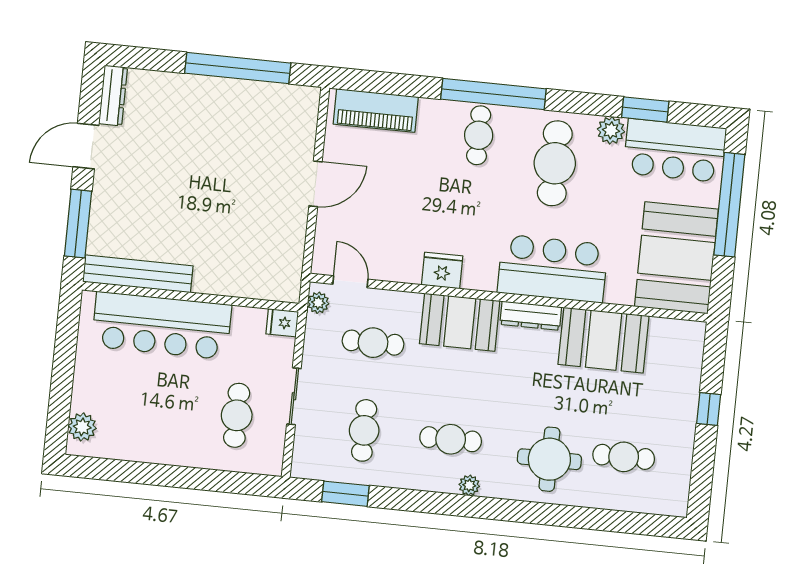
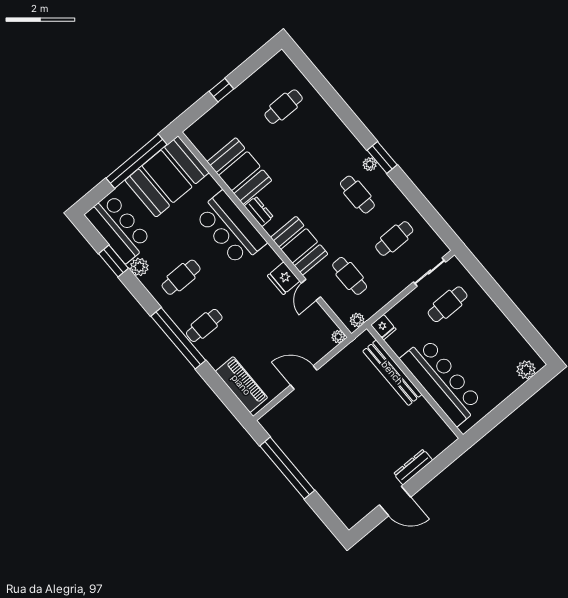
dresser: (113, 95) -> (413, 467), moved
cafe table: (555, 163) -> (181, 277), width x0.73, depth x0.74
window: (729, 205) -> (137, 161), moved
window: (78, 224) -> (434, 468), removed
plant: (321, 265) -> (338, 337), added
bench: (138, 274) -> (392, 373), moved
door: (350, 282) -> (311, 290), moved
dresser: (531, 316) -> (259, 212), width x0.70
sliding door: (294, 396) -> (430, 272), moved
cafe table: (624, 457) -> (284, 107), turned 90
round table: (549, 459) -> (320, 140), removed
window: (345, 494) -> (382, 157), moved

